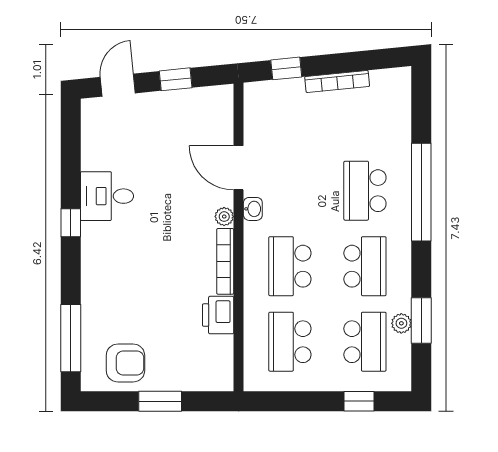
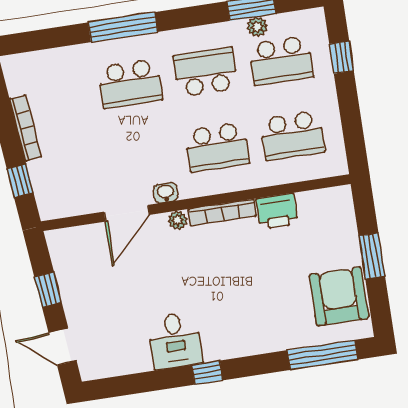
window: (421, 192) -> (123, 27), width x0.68
school desk: (365, 342) -> (281, 60), turned 180
armchair: (125, 363) -> (339, 296), width x1.36, depth x1.36

